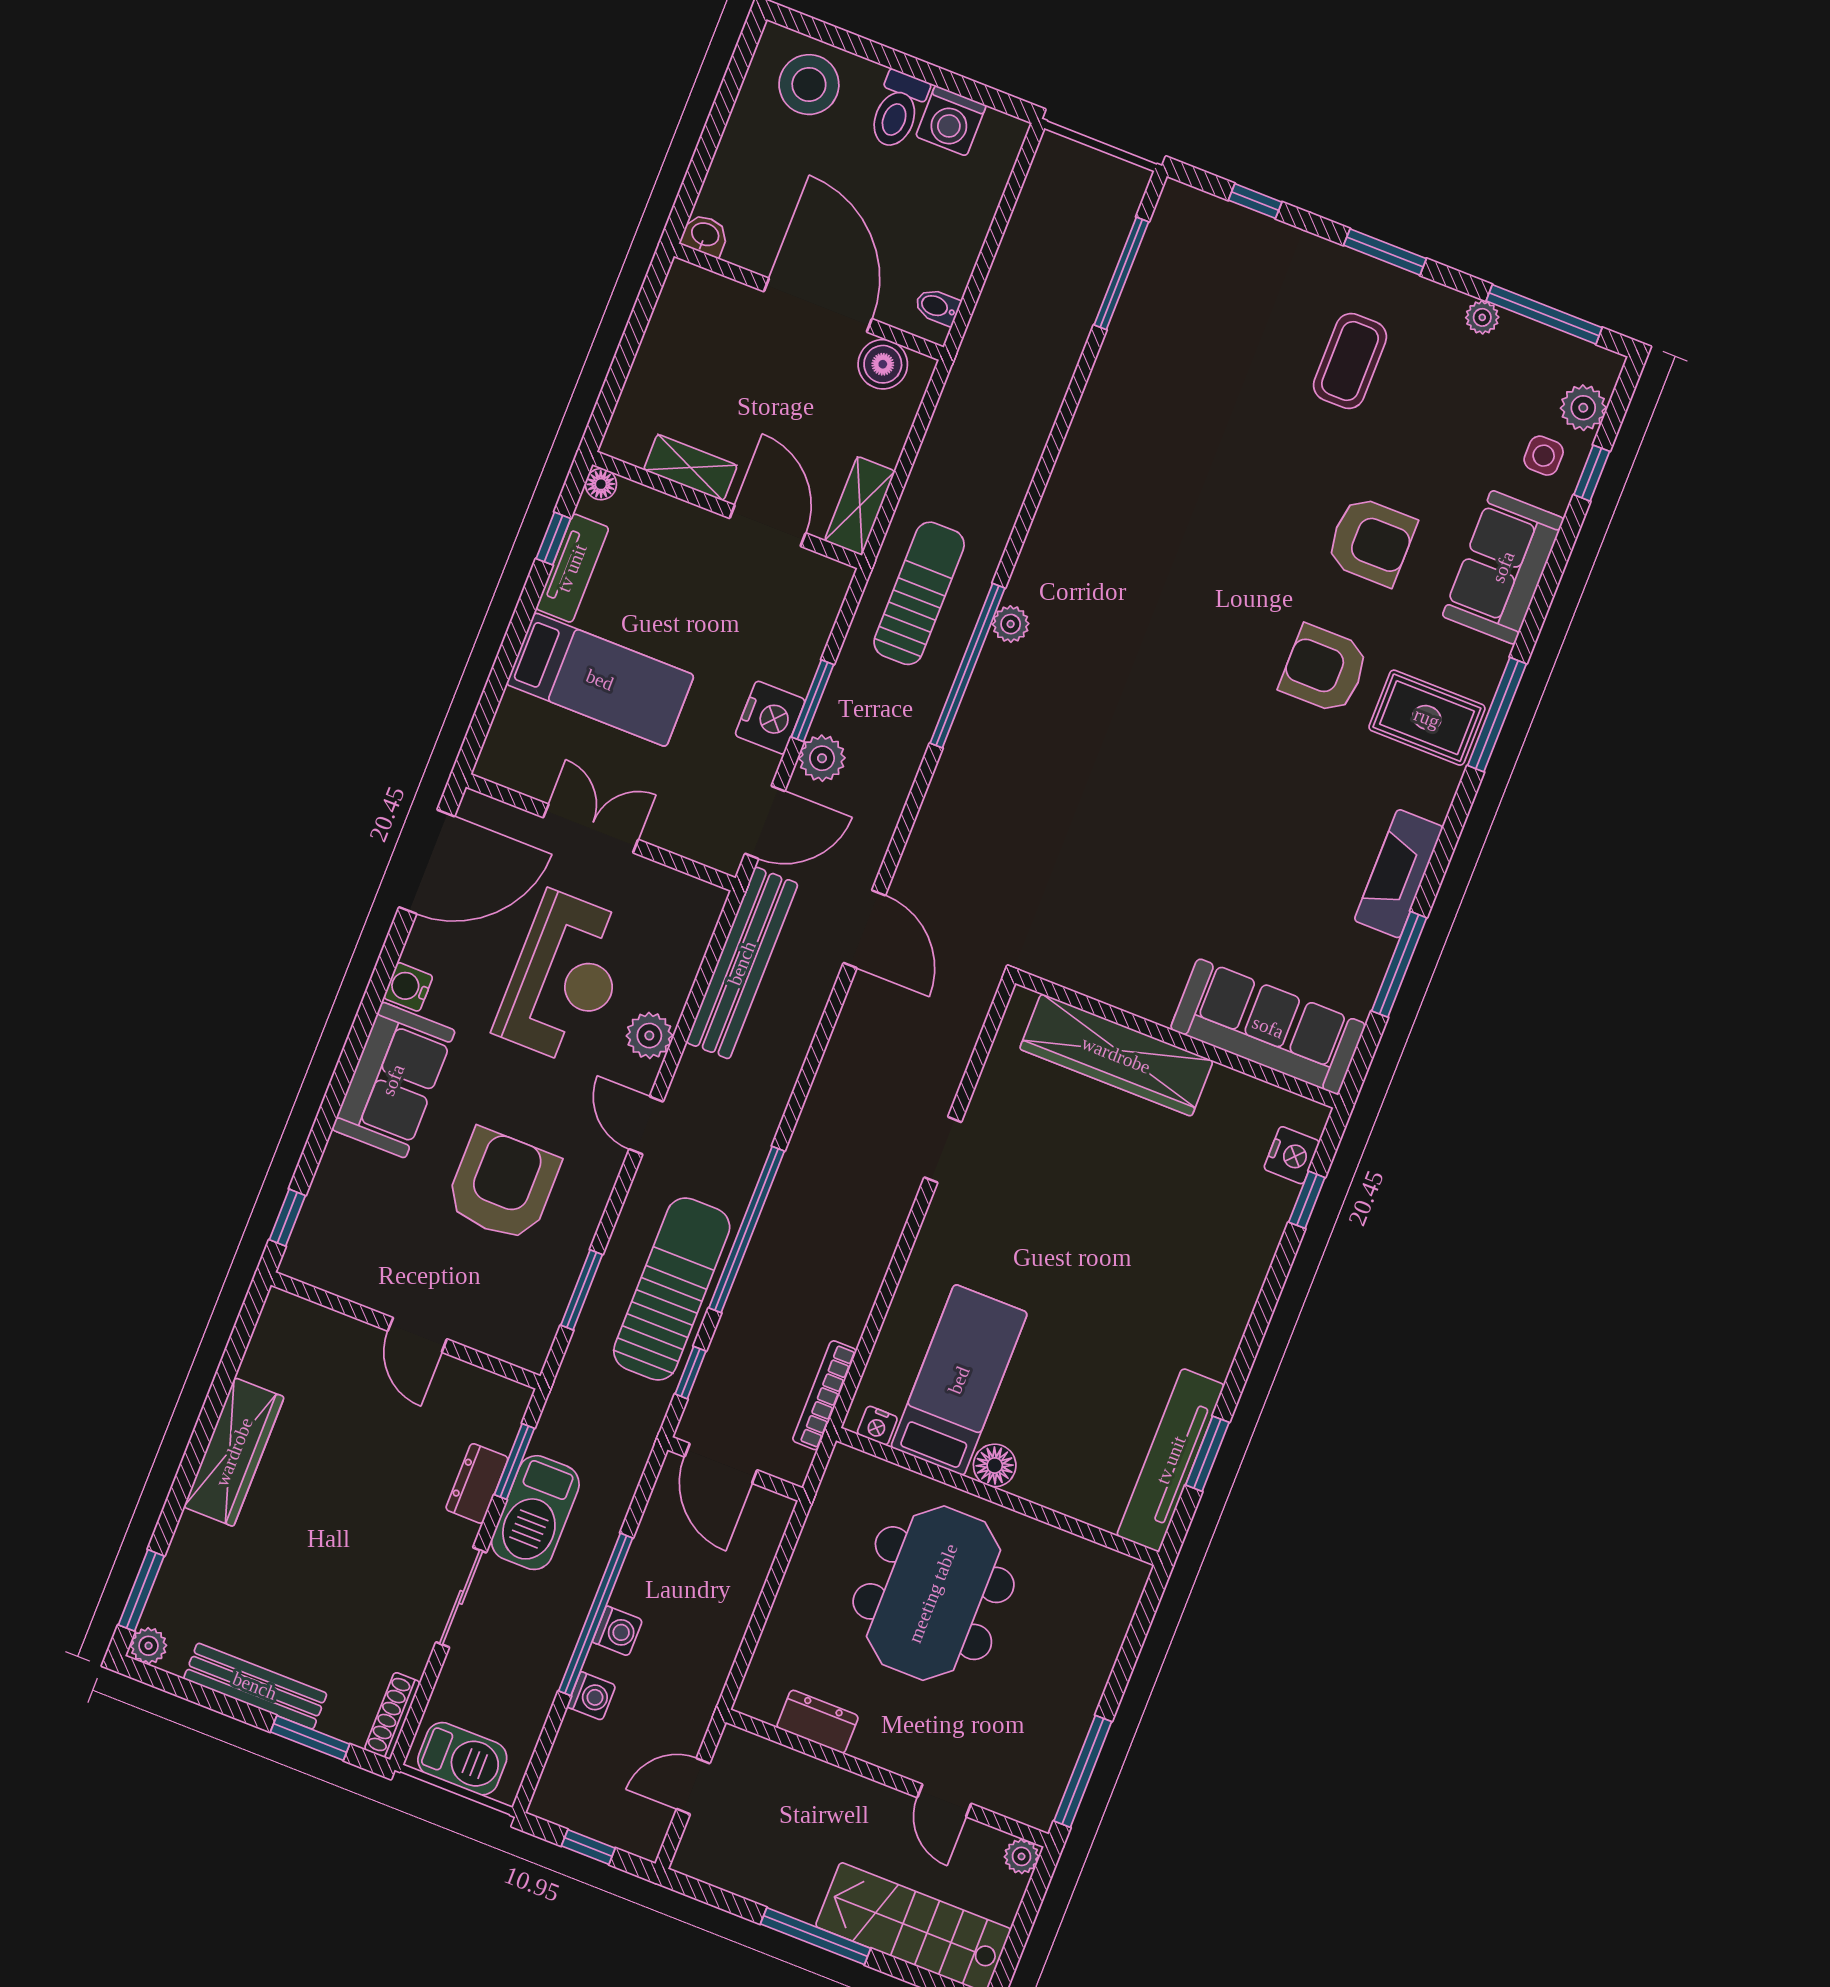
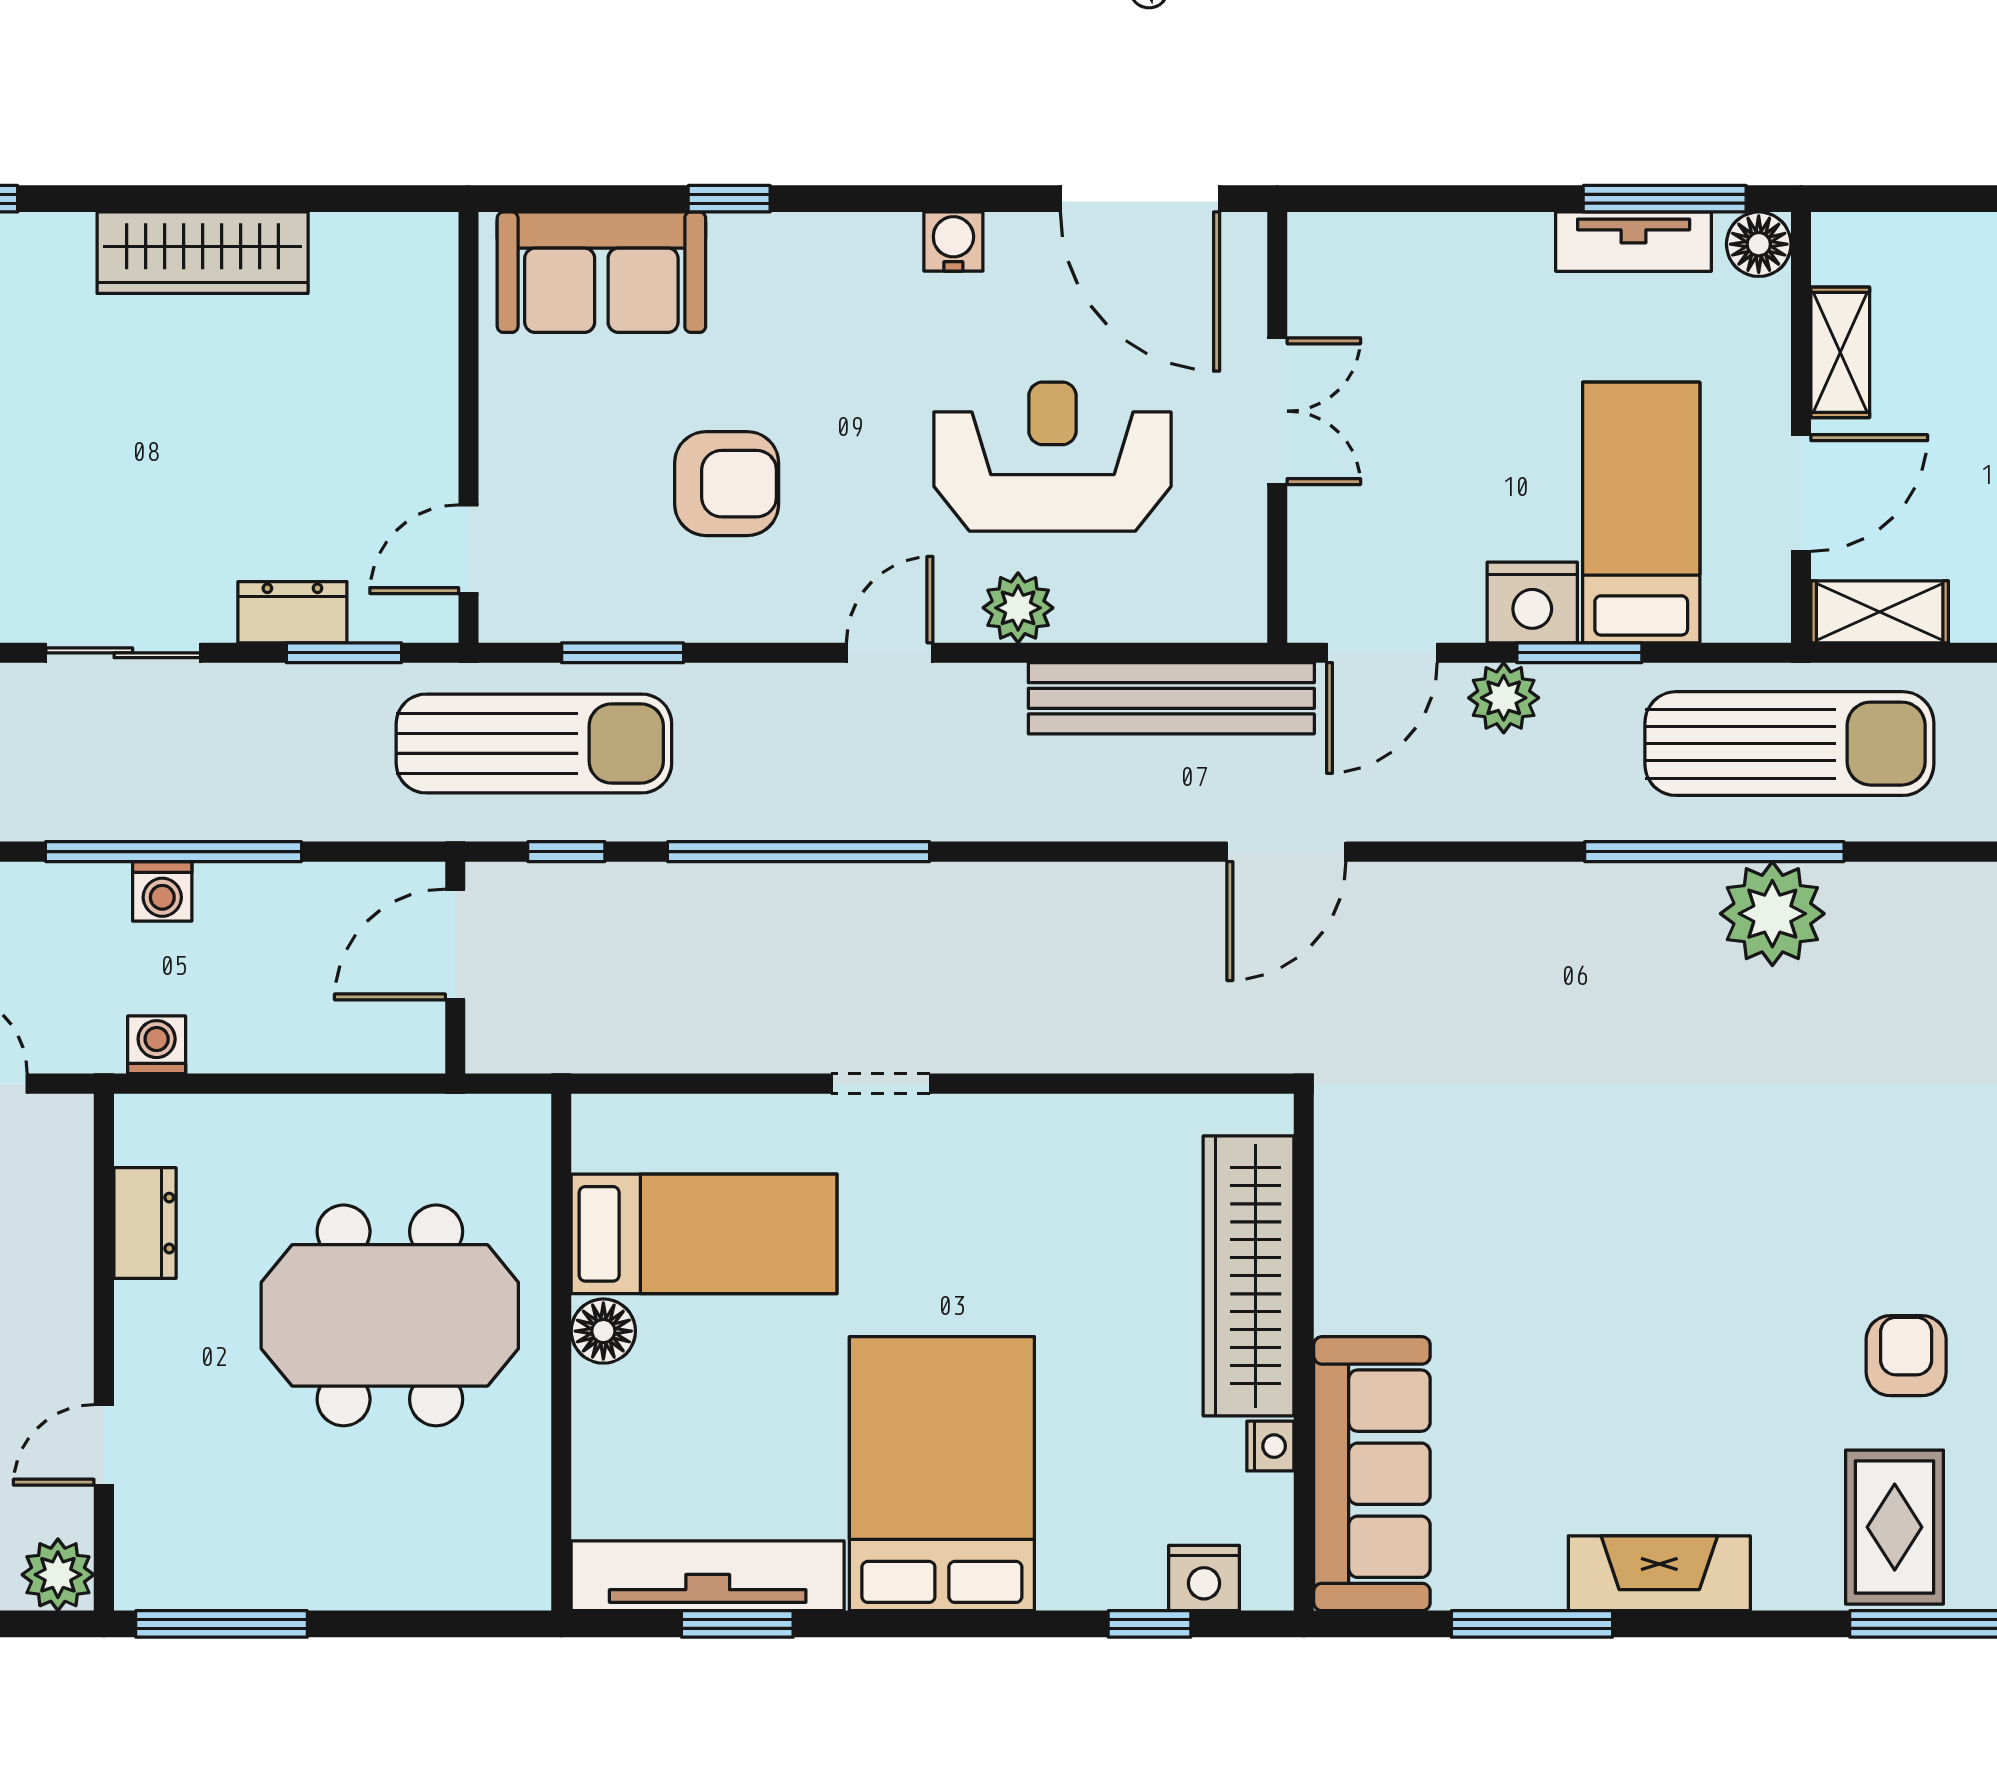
floor lamp: (601, 484) -> (1759, 244), width x1.37, depth x1.37
window: (553, 539) -> (1665, 199), width x2.17
sun lounger: (919, 593) -> (1789, 744), width x1.36, depth x1.34
plant: (1011, 624) -> (1772, 914), width x1.88, depth x1.88
armchair: (1324, 669) -> (1906, 1356), width x0.72, depth x0.72
bed: (600, 680) -> (1641, 513), moved, turned 180
door: (765, 822) -> (1382, 653), hinge flipped
reception desk: (565, 978) -> (1052, 457), turned 180
sofa: (393, 1080) -> (601, 272), moved
doorway: (943, 1150) -> (881, 1084), moved
armchair: (503, 1185) -> (727, 484), width x0.73, depth x0.73
window: (287, 1218) -> (729, 199), moved
sun lounger: (672, 1289) -> (534, 743), moved
bed: (1164, 1291) -> (942, 1474), added
door: (417, 1335) -> (468, 549), moved
bookcase: (824, 1395) -> (608, 1053), removed
nightstand: (877, 1426) -> (1270, 1446), moved, turned 180
barbecue: (535, 1513) -> (284, 710), removed
washing machine: (591, 1696) -> (157, 1045), moved, turned 180
plant: (1022, 1856) -> (58, 1575), width x1.38, depth x1.38

